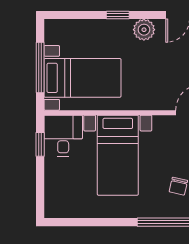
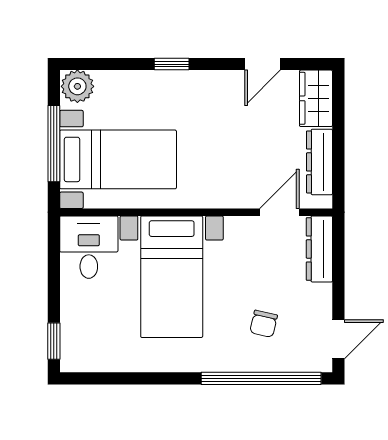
plant: (144, 30) -> (77, 86), moved
window: (40, 144) -> (54, 341), moved

